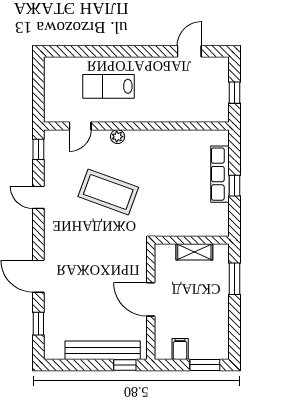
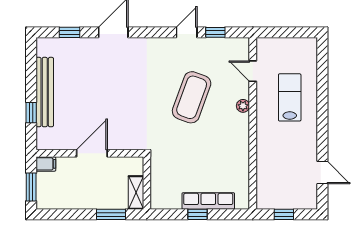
window: (38, 149) -> (215, 32), moved
shelving: (194, 252) -> (136, 193), moved
door: (151, 299) -> (92, 153), moved
wall: (151, 302) -> (90, 153), moved

